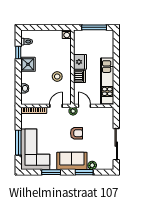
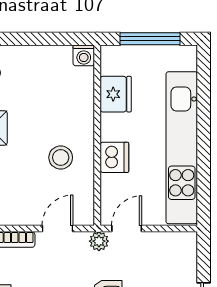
fridge: (80, 62) -> (116, 94), moved
kitchen unit: (107, 81) -> (182, 148), width x1.36
door: (84, 106) -> (127, 229), hinge flipped

